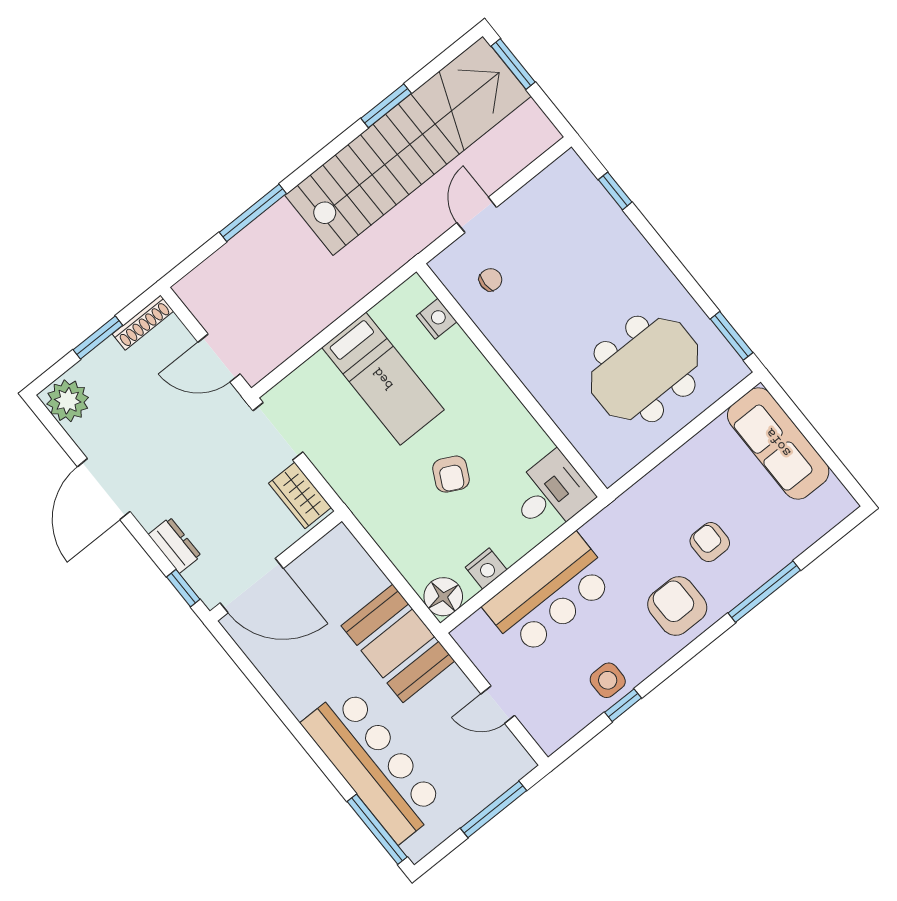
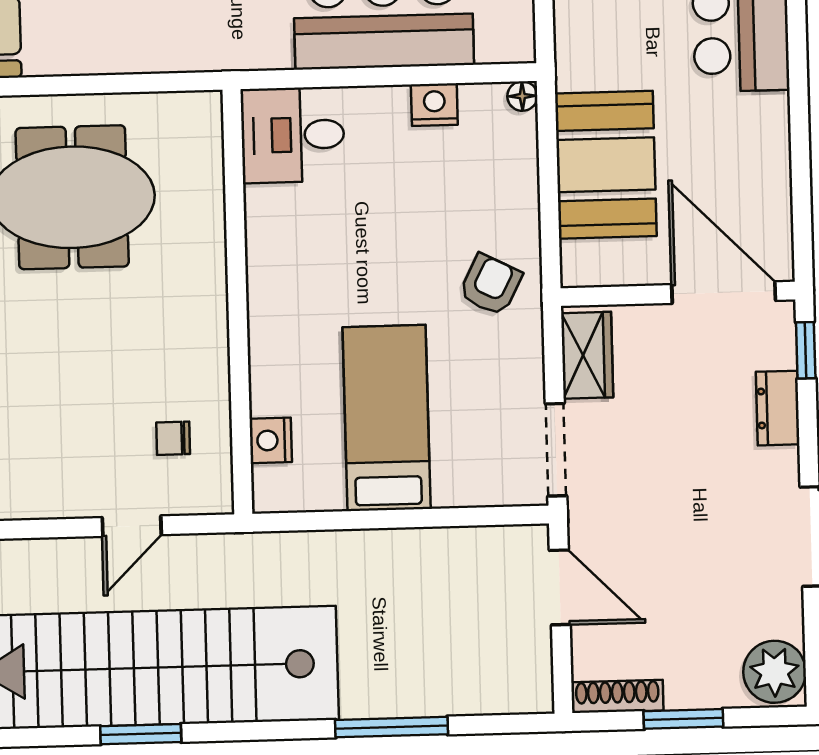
armchair: (451, 474) -> (490, 285), moved
floor lamp: (443, 597) -> (522, 96), width x0.53, depth x0.53
booth: (398, 643) -> (606, 165), moved

